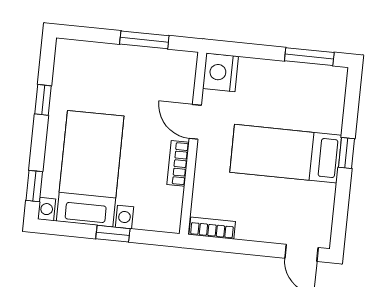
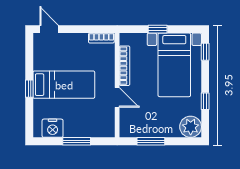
window: (309, 57) -> (77, 141), moved
plant: (73, 58) -> (191, 127), added
nightstand: (220, 72) -> (53, 128), moved, turned 90
bookcase: (178, 163) -> (125, 66), width x1.56

